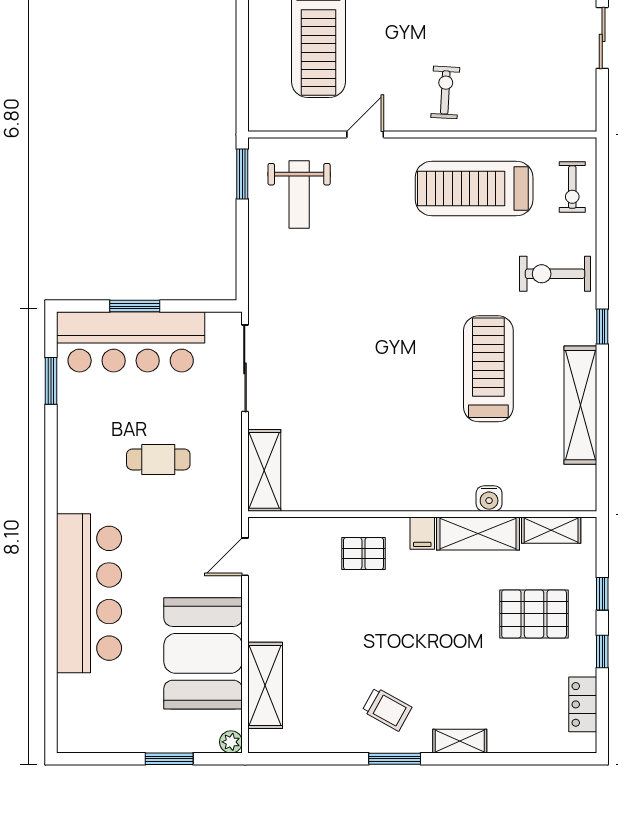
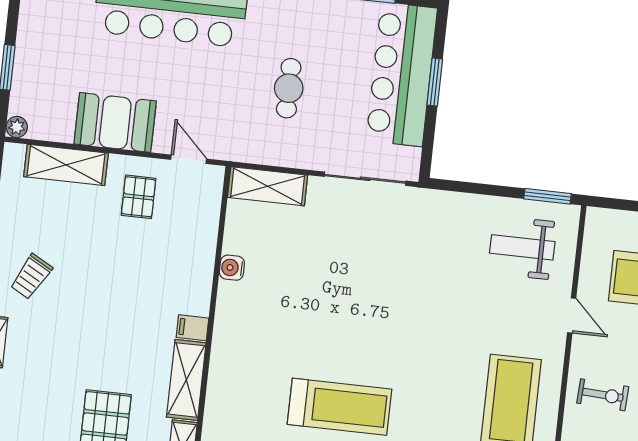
water cooler: (489, 499) -> (232, 268), moved
pallet: (363, 554) -> (139, 197), moved
booth: (203, 653) -> (115, 122), width x0.73, depth x0.70

